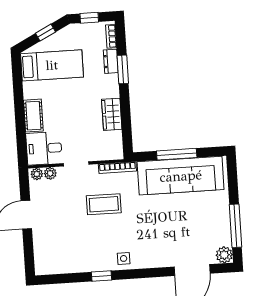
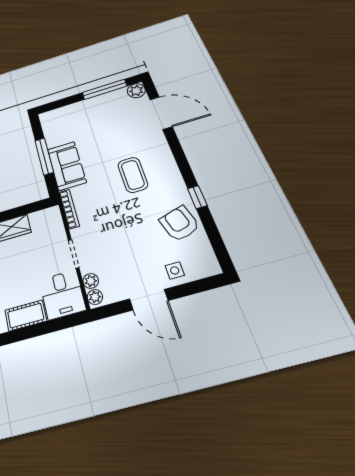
sofa: (181, 176) -> (67, 166), width x0.54, depth x0.79
coffee table: (104, 204) -> (133, 175), moved
armchair: (82, 255) -> (179, 223), added
side table: (124, 258) -> (175, 270), moved

